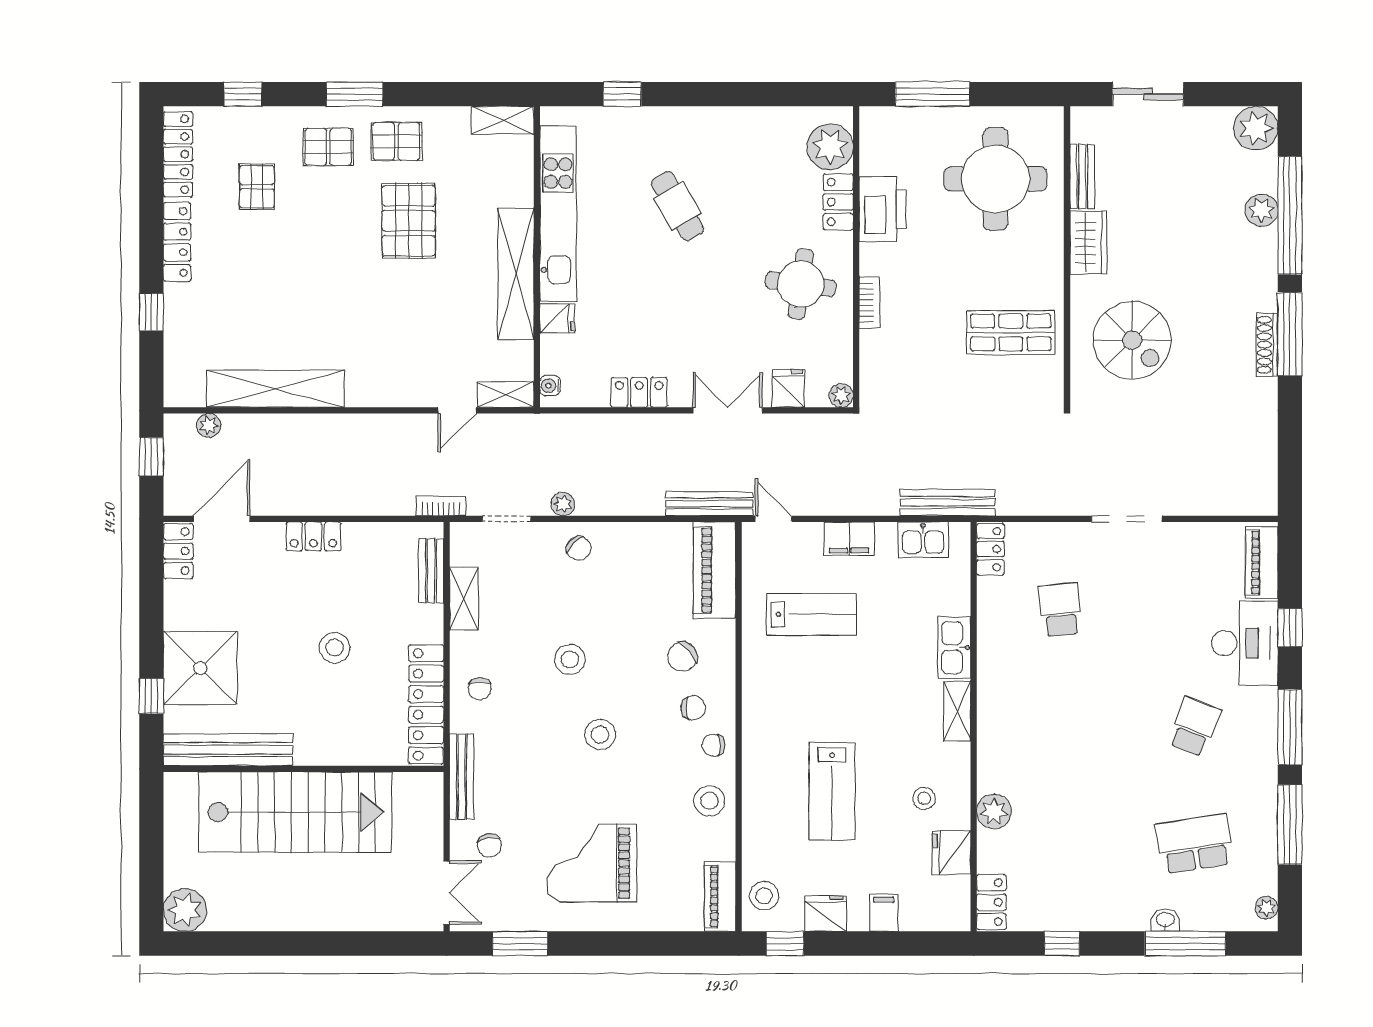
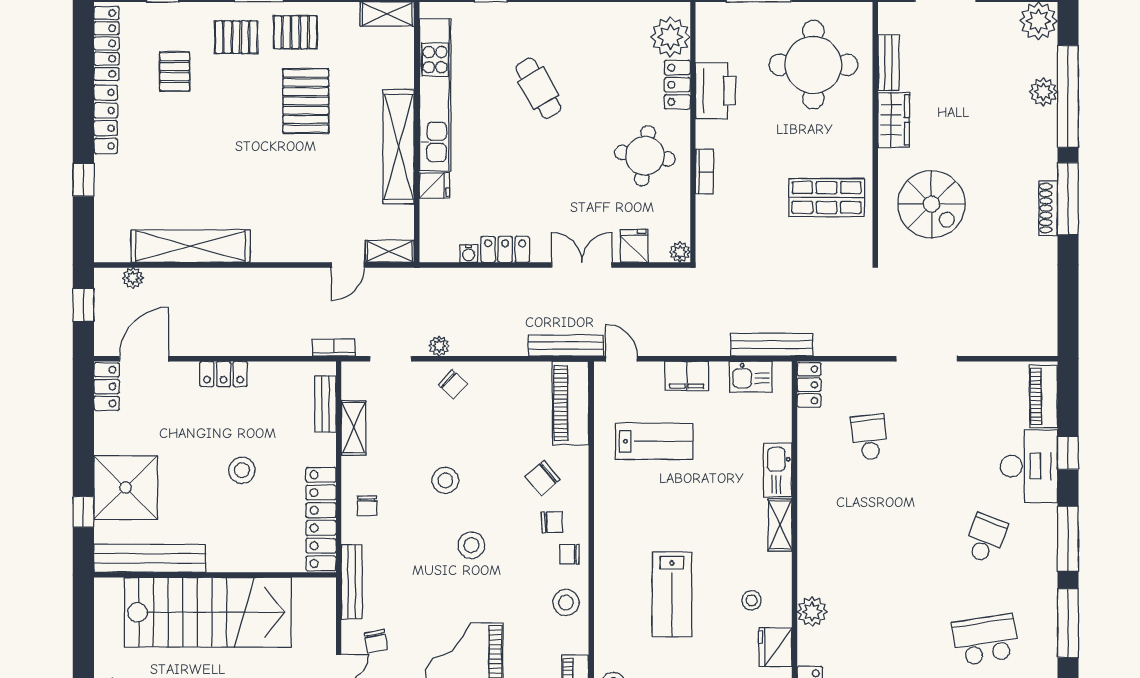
water cooler: (550, 386) -> (469, 254), moved, turned -90

